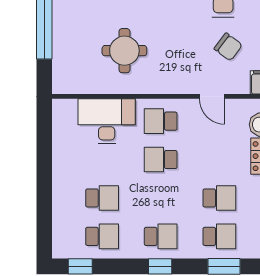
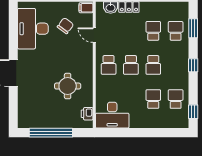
printer: (77, 84) -> (87, 114), added
door: (212, 96) -> (94, 35), swing flipped
desk: (107, 121) -> (112, 115), moved, turned -90
school desk: (161, 236) -> (153, 65), moved, turned 180

